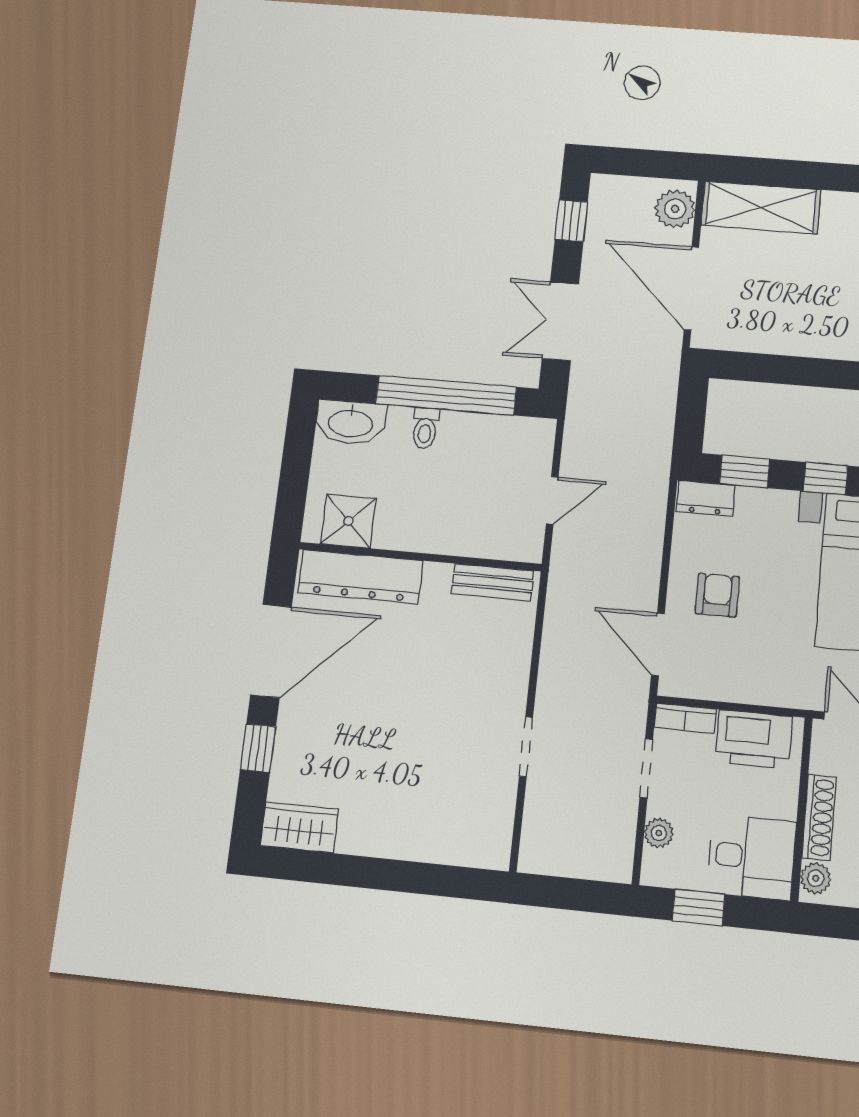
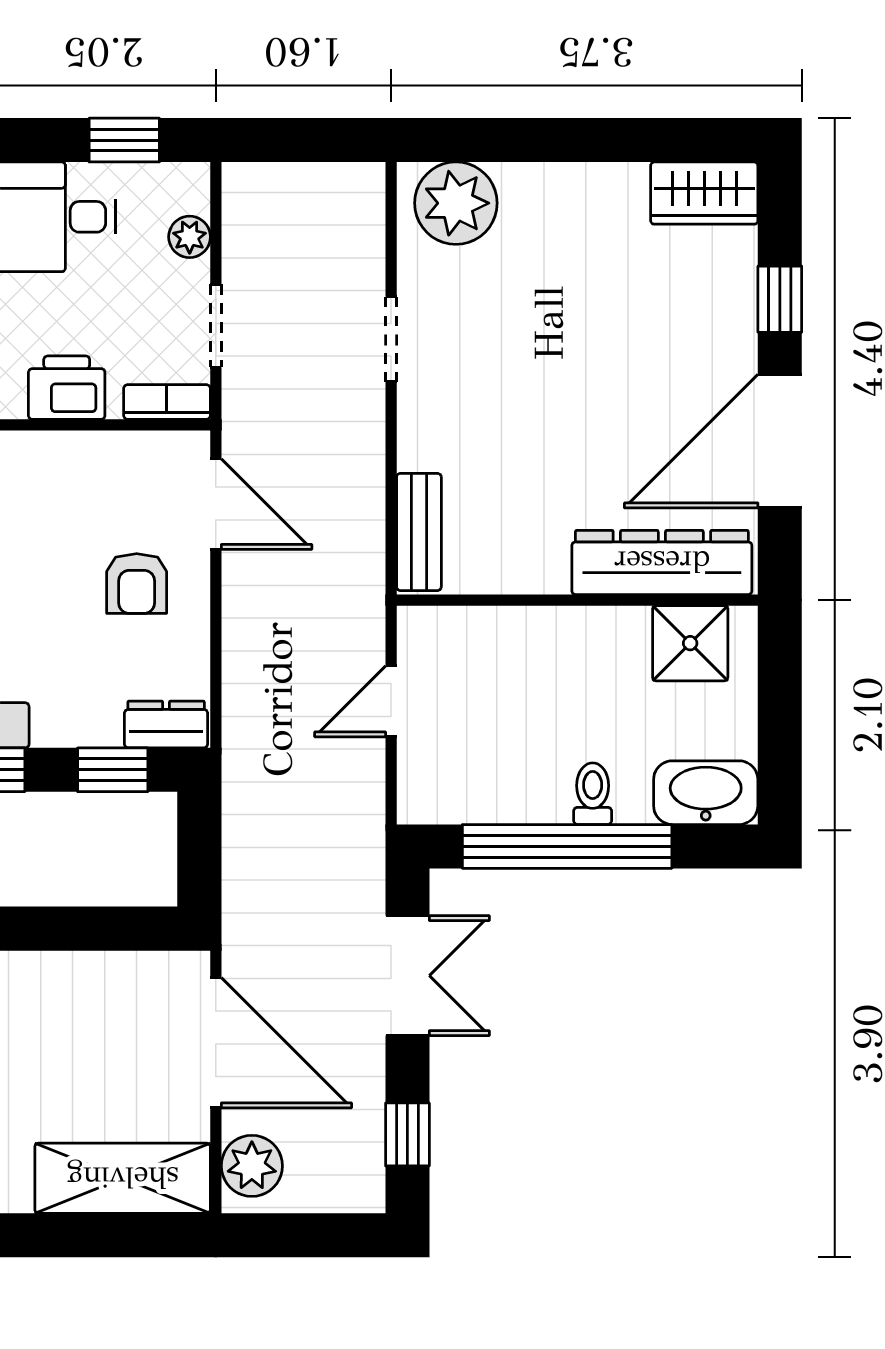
bench: (493, 582) -> (419, 532), moved, turned 90
printer: (754, 739) -> (67, 388), width x0.73, depth x0.84
plant: (471, 838) -> (456, 203), added

